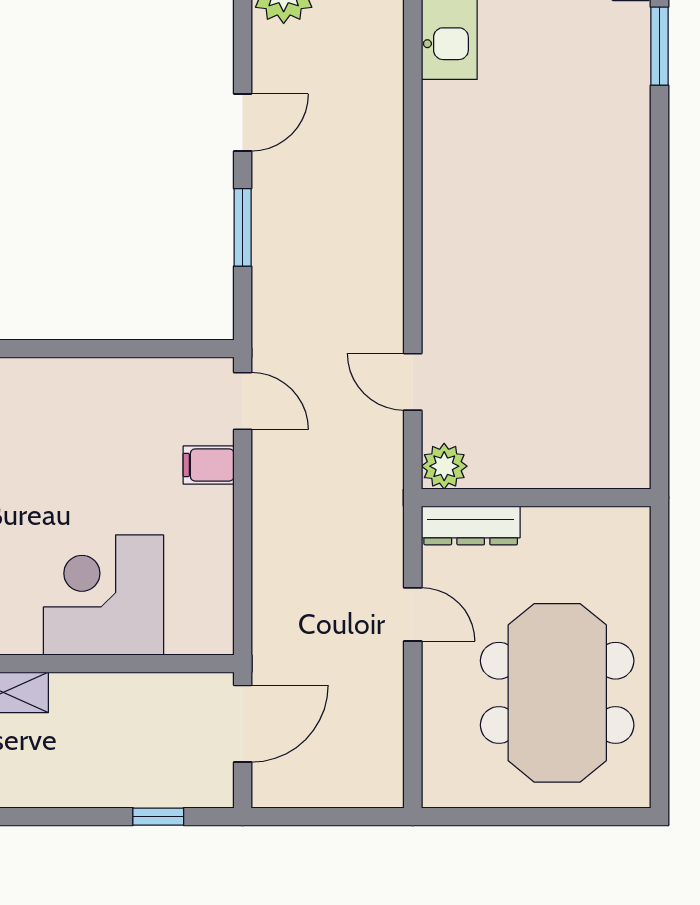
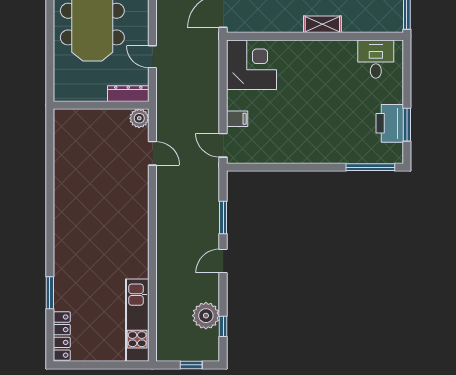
corner desk: (104, 595) -> (252, 65), moved, turned -90

